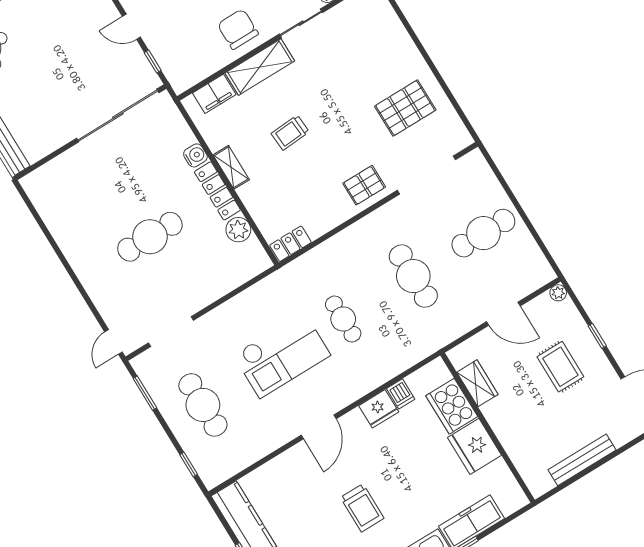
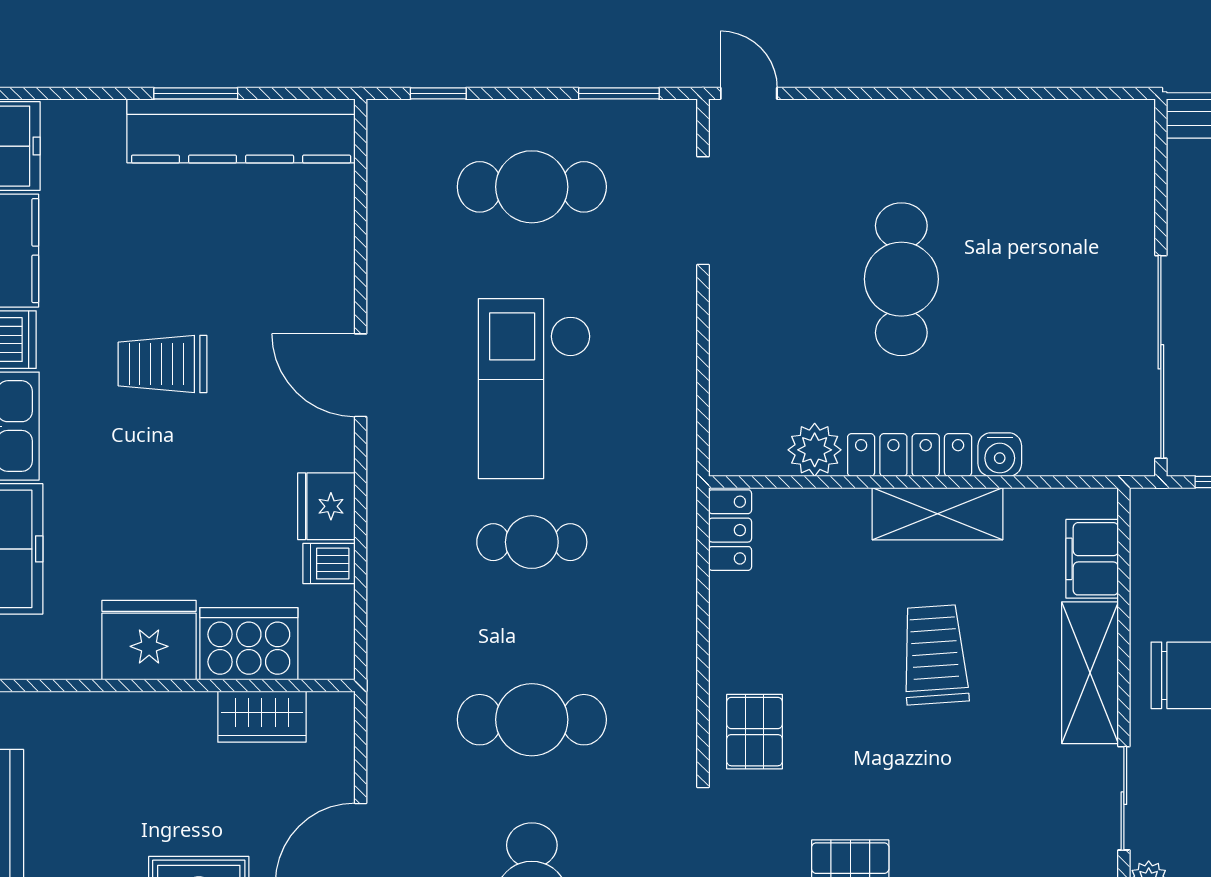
trolley: (290, 133) -> (935, 655), width x1.36, depth x1.39
shelving: (231, 167) -> (938, 514), width x1.50, depth x1.33

